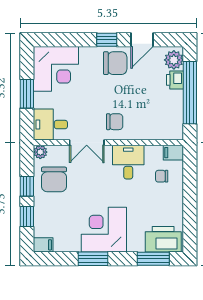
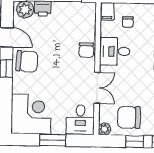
chair: (115, 63) -> (27, 61), turned 94
chair: (115, 122) -> (86, 50), moved, turned 180
chair: (54, 179) -> (129, 117), turned 180

